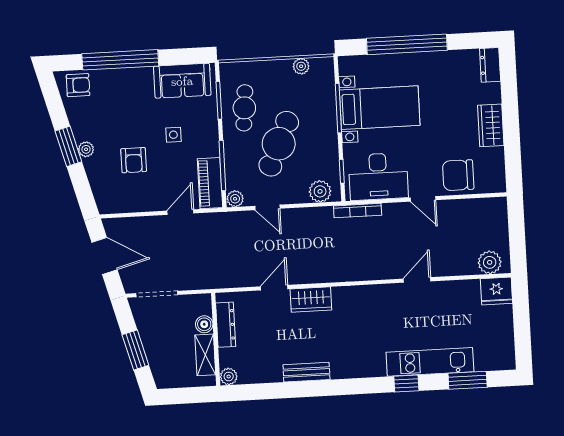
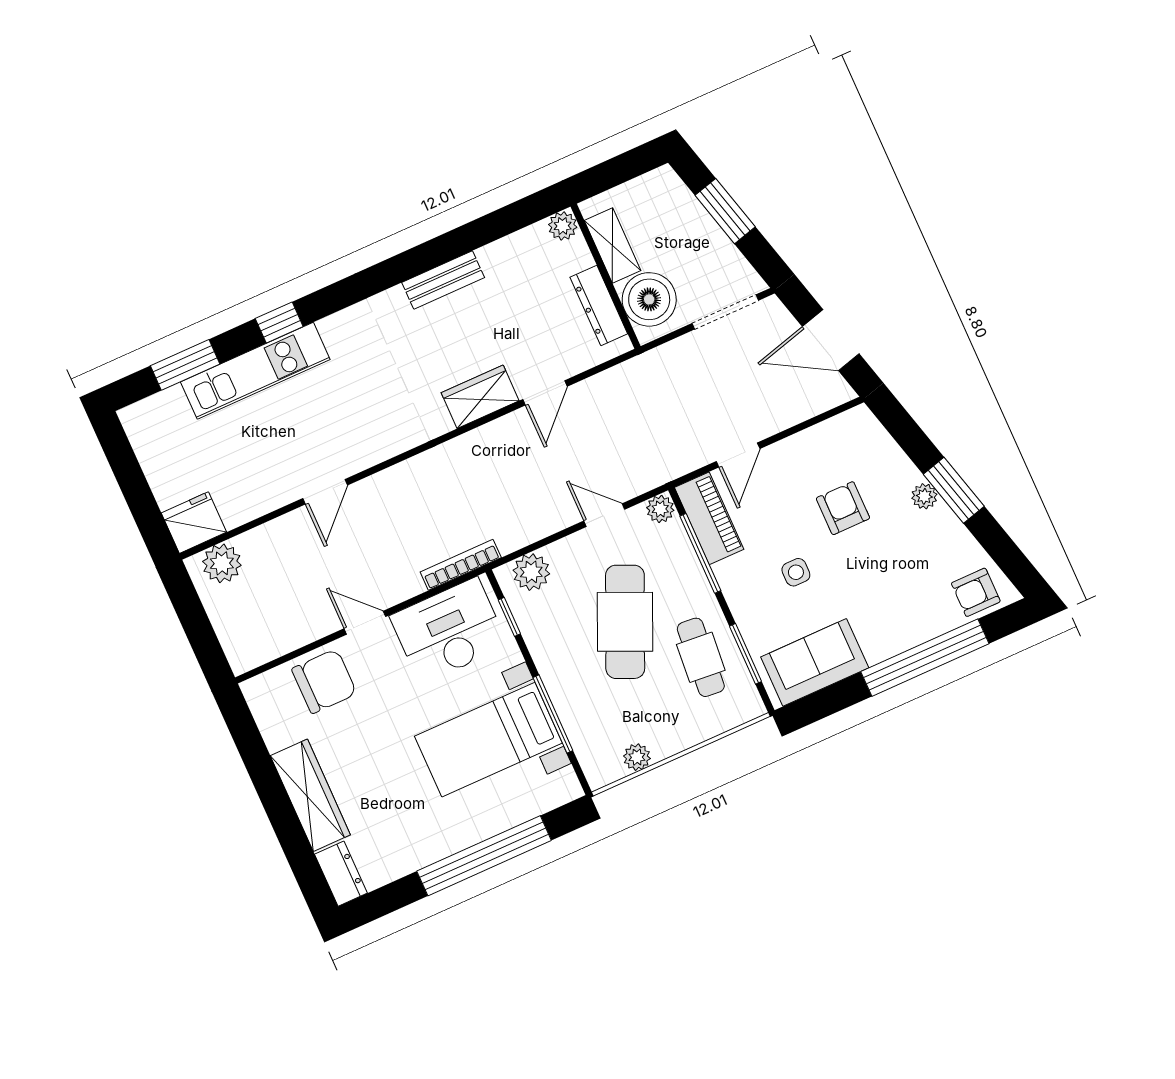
wardrobe: (491, 125) -> (310, 795), width x1.50
boiler: (204, 324) -> (649, 299), width x1.86, depth x1.86

